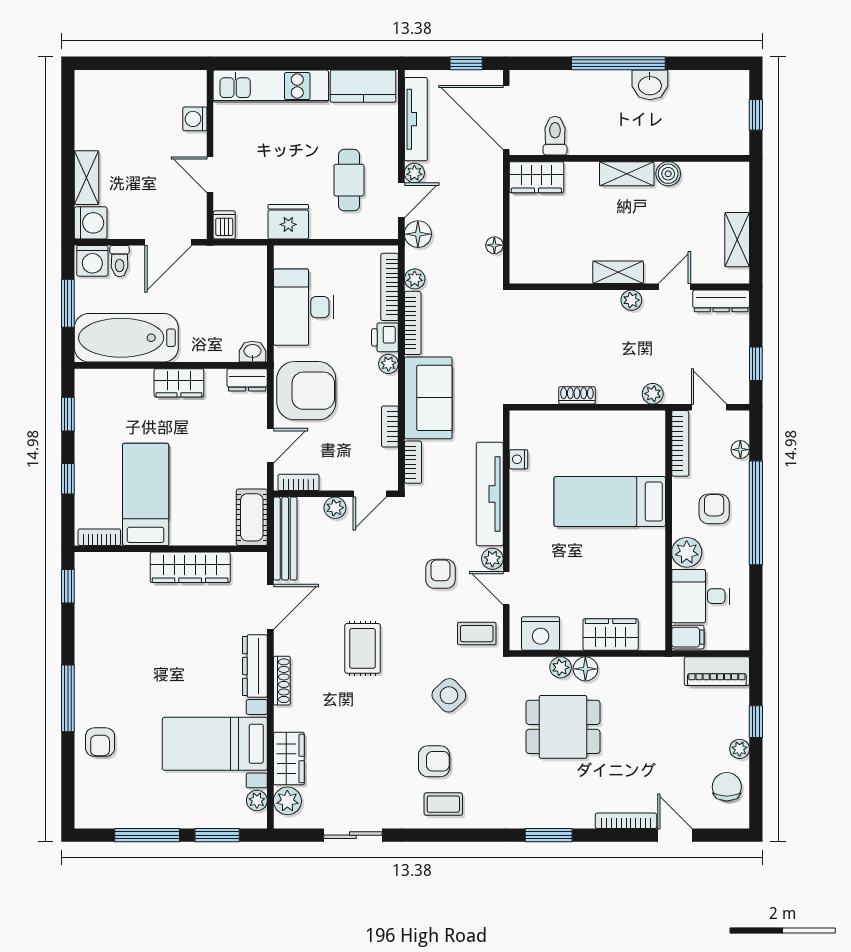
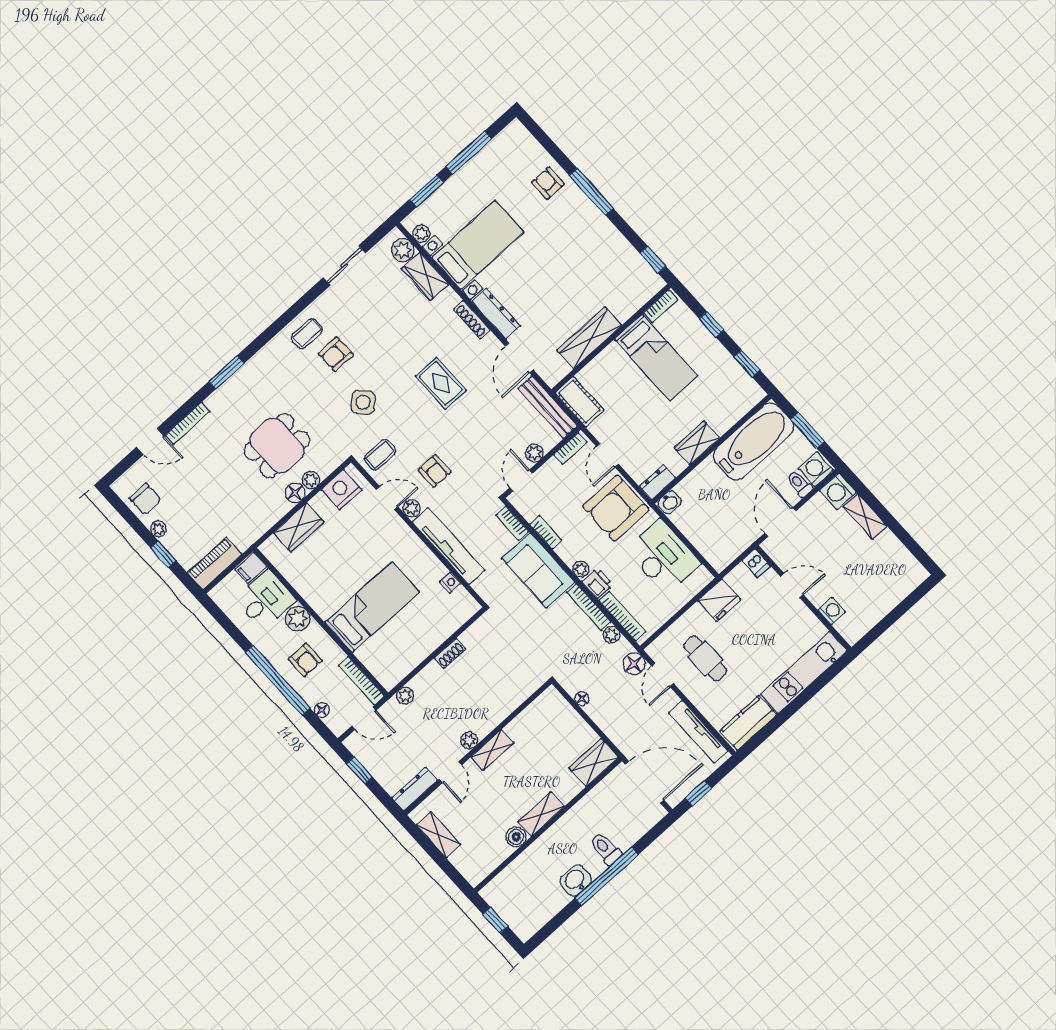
toilet: (555, 136) -> (605, 849), moved, turned 180
plant: (414, 173) -> (670, 699), removed

